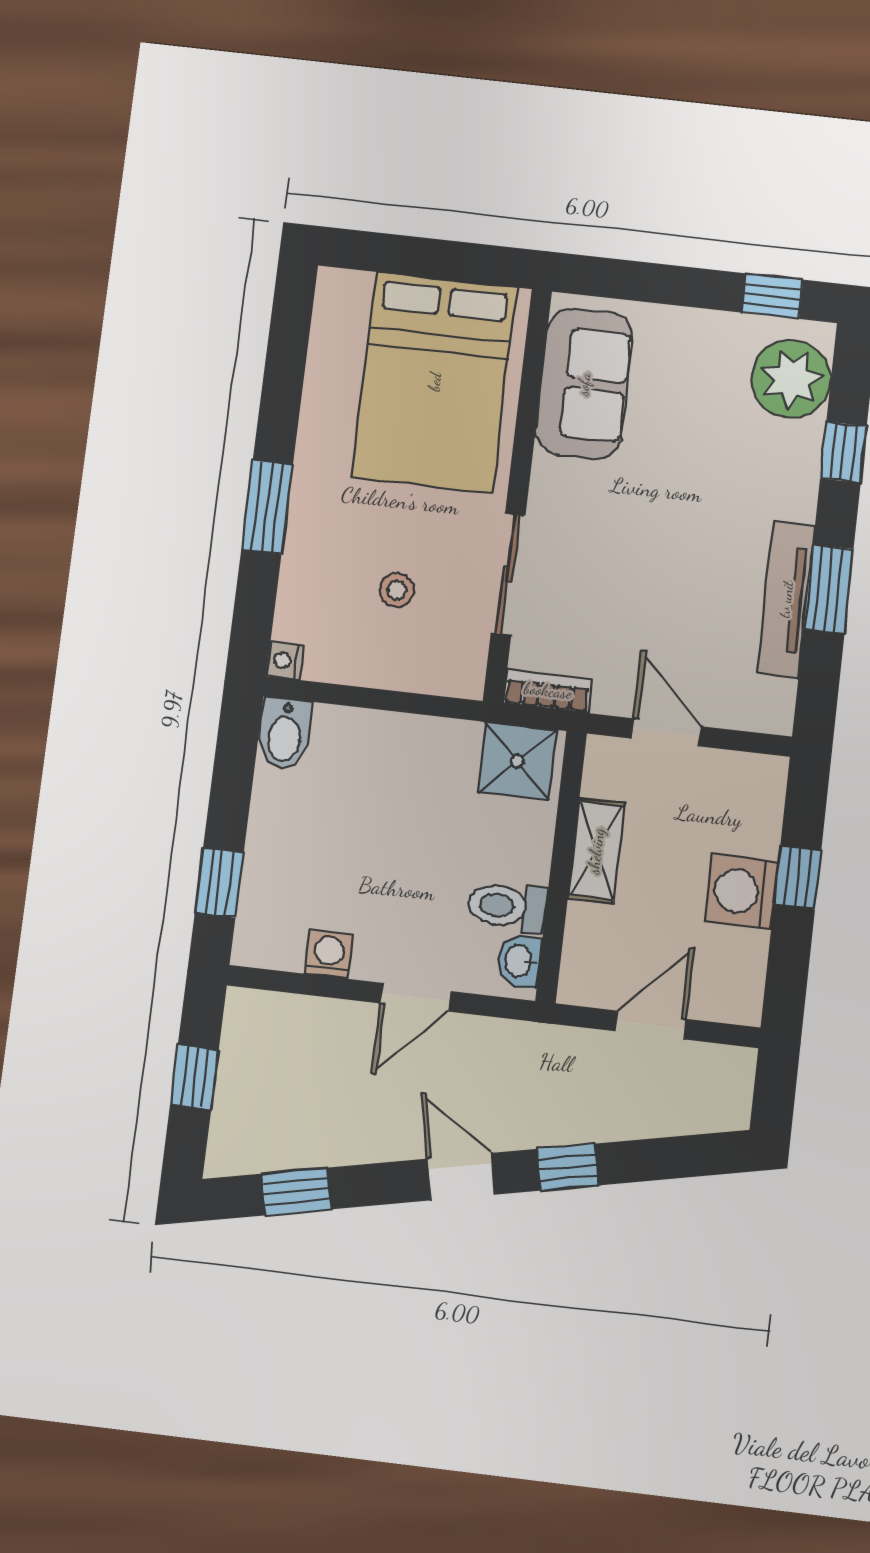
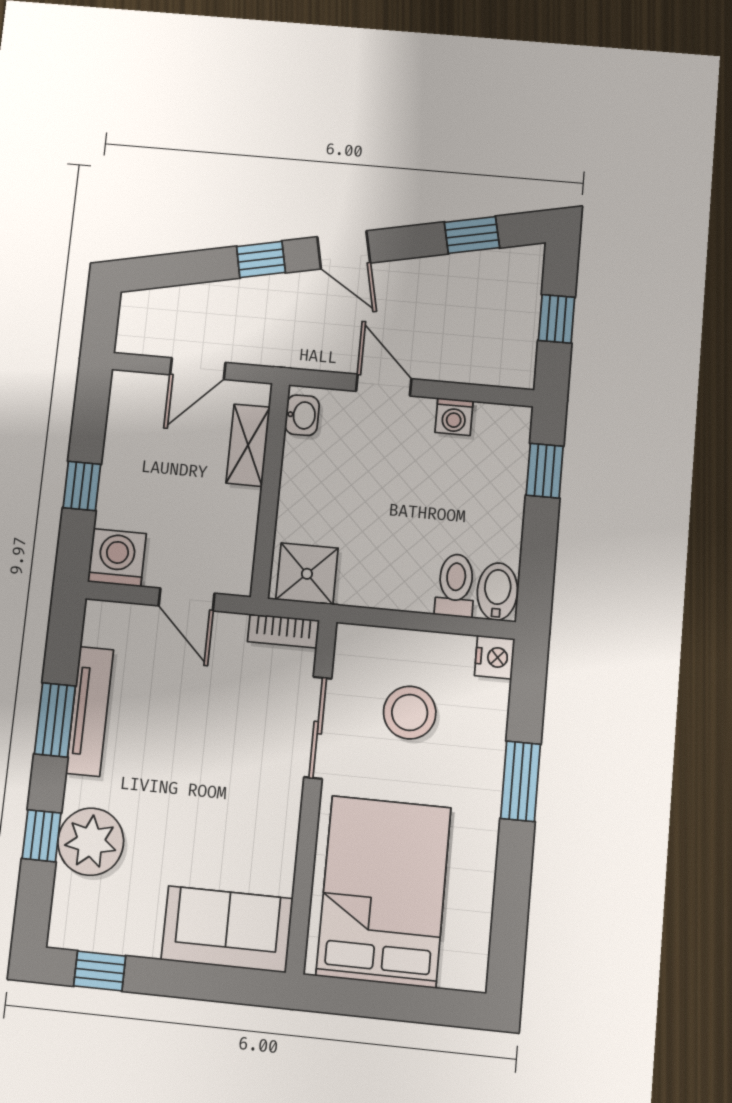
plant: (791, 379) -> (91, 842), moved
sofa: (584, 384) -> (227, 929), moved, turned 90
stool: (397, 590) -> (410, 713), width x1.89, depth x1.89
nightstand: (285, 661) -> (495, 657), width x1.39, depth x1.35
shelving: (596, 851) -> (248, 445), moved
washing machine: (742, 891) -> (117, 558), moved, turned -90
toilet: (507, 906) -> (455, 585), moved, turned -90
door: (415, 997) -> (384, 385), hinge flipped

